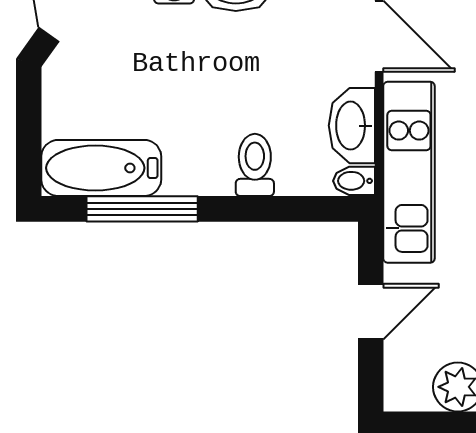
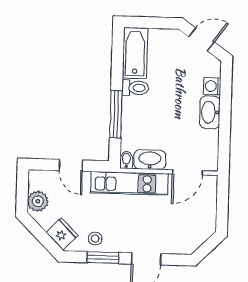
toilet: (255, 165) -> (135, 88), moved
window: (142, 209) -> (116, 114), moved

